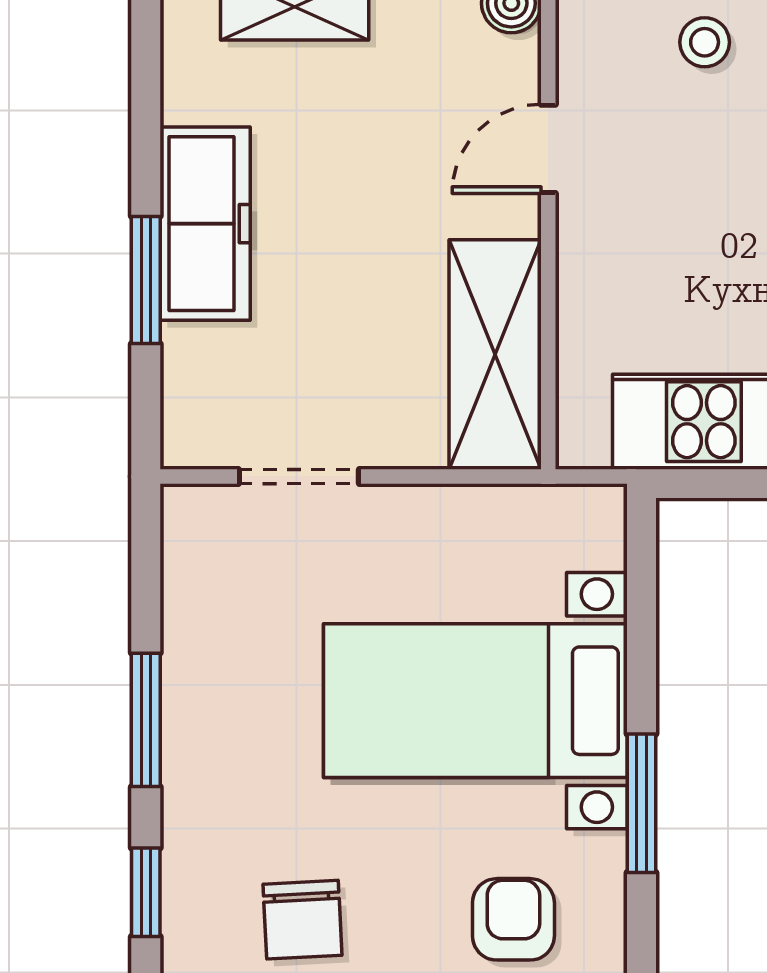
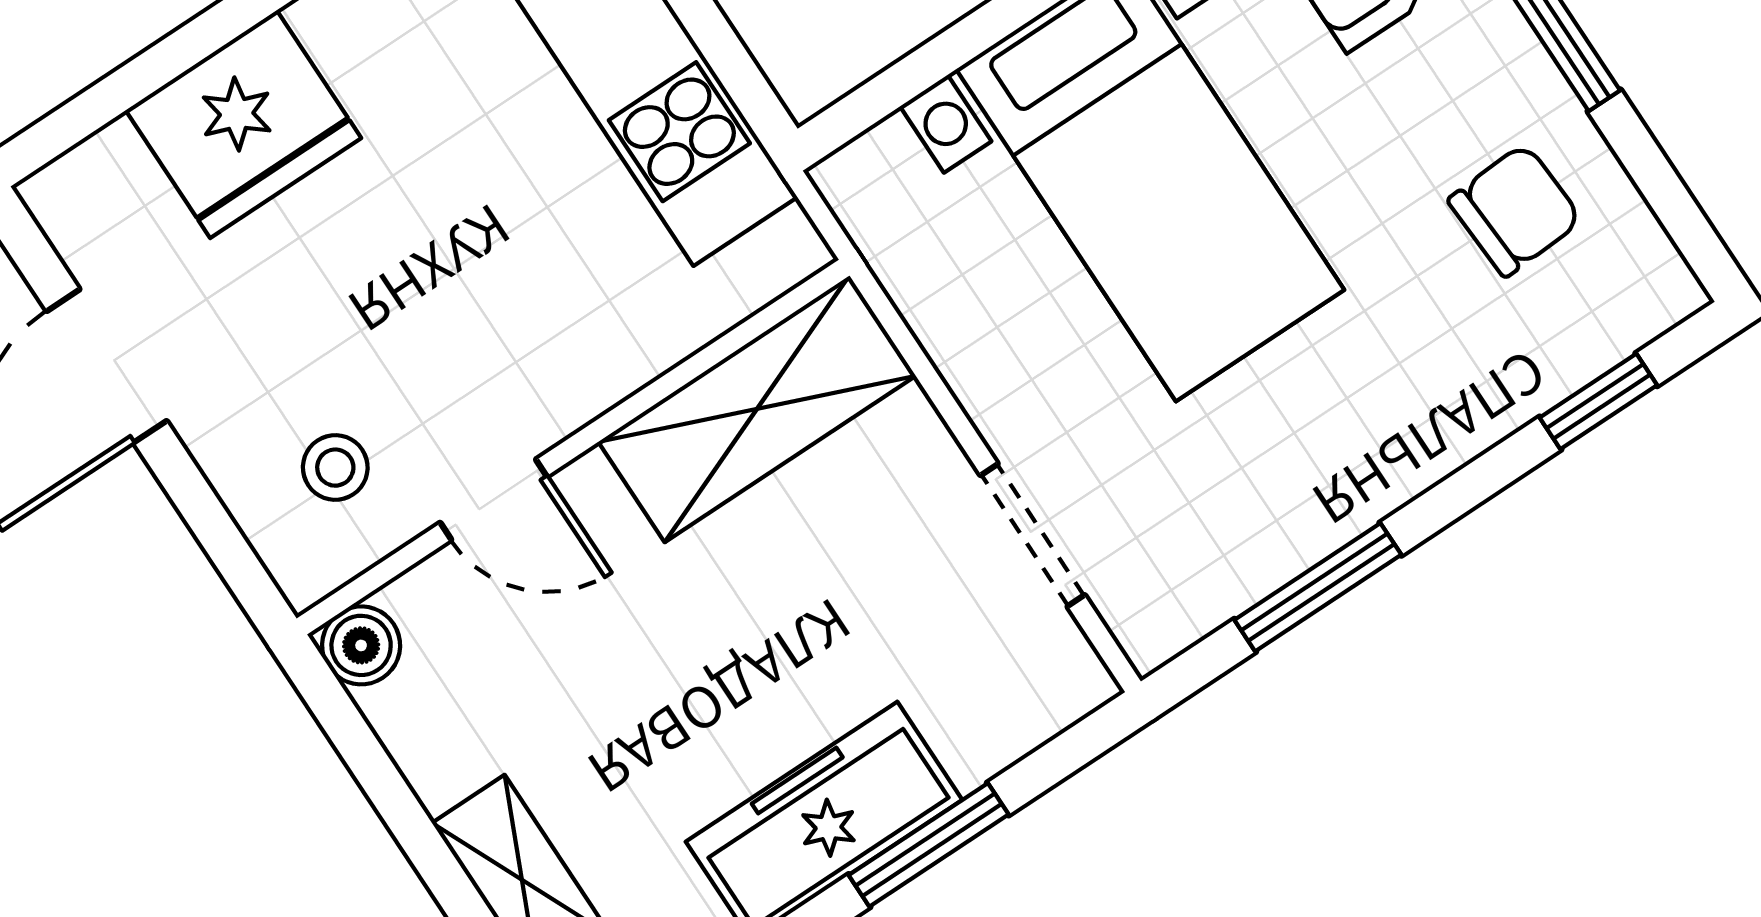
stool: (705, 42) -> (335, 468), moved
window: (146, 720) -> (1318, 587), moved

